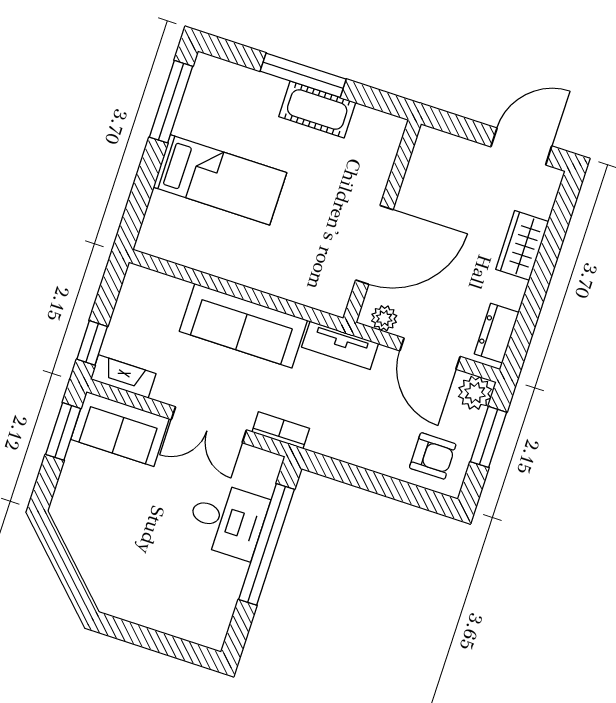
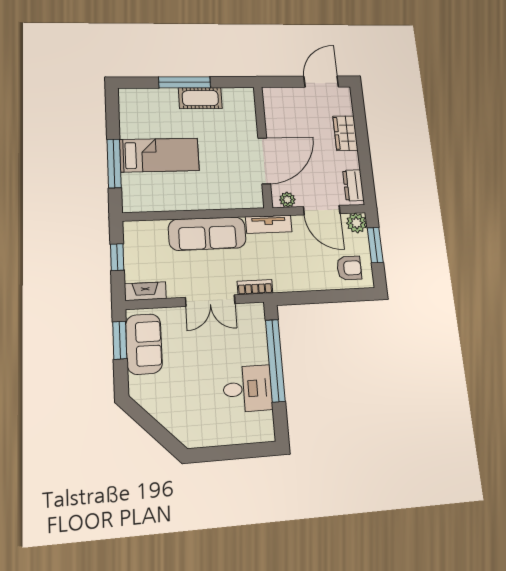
window: (171, 102) -> (114, 163), moved
window: (92, 343) -> (117, 257), moved
sofa: (120, 429) -> (144, 344), moved, turned -90
desk: (227, 520) -> (248, 389), moved

